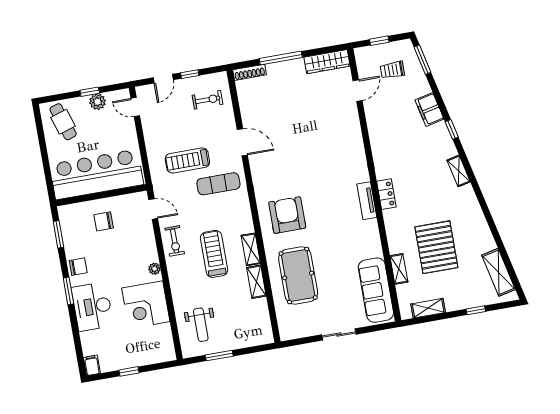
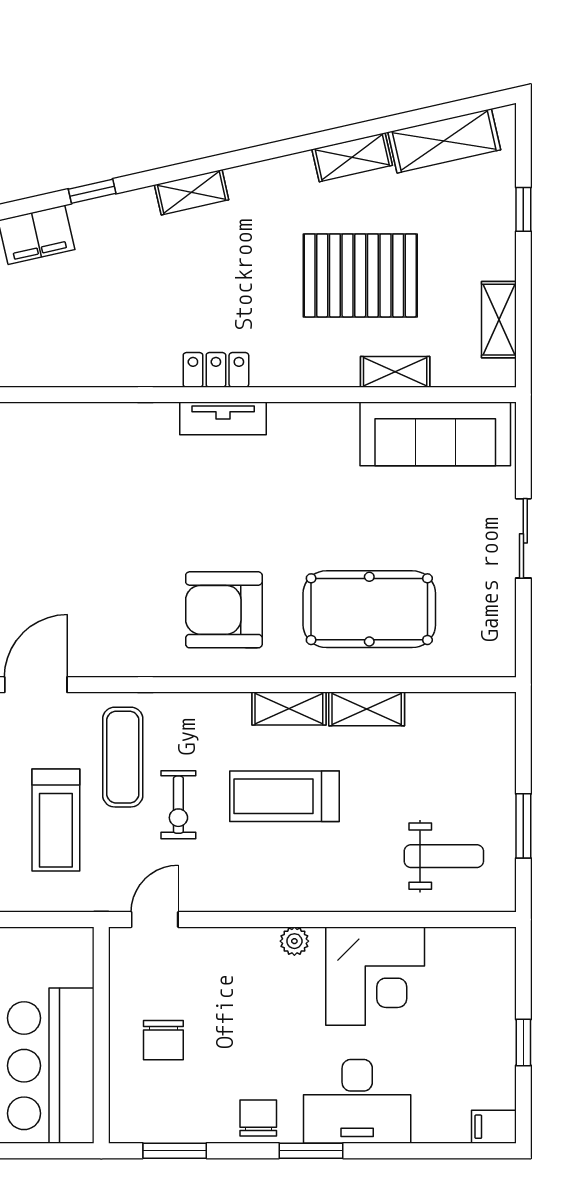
bar counter: (96, 174) -> (51, 1066), width x0.73
shelving: (485, 235) -> (352, 157), added
exercise bike: (175, 241) -> (178, 805), moved, turned 90

